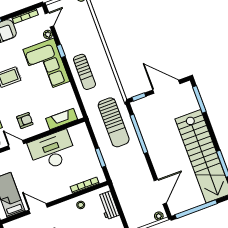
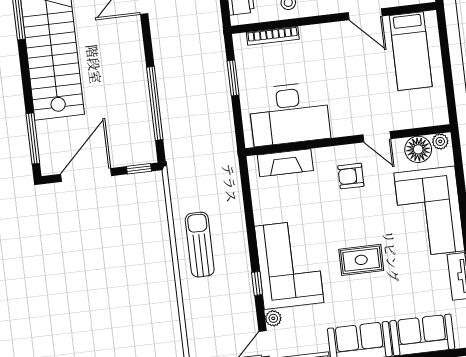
sun lounger: (84, 72) -> (200, 245), moved
door: (166, 87) -> (86, 175), swing flipped
sun lounger: (114, 122) -> (195, 135), removed
desk: (52, 151) -> (289, 114), moved

